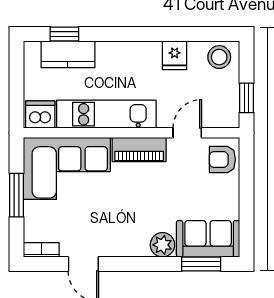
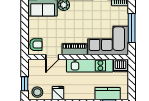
window: (246, 98) -> (25, 84), moved
window: (16, 195) -> (132, 28), width x1.44

